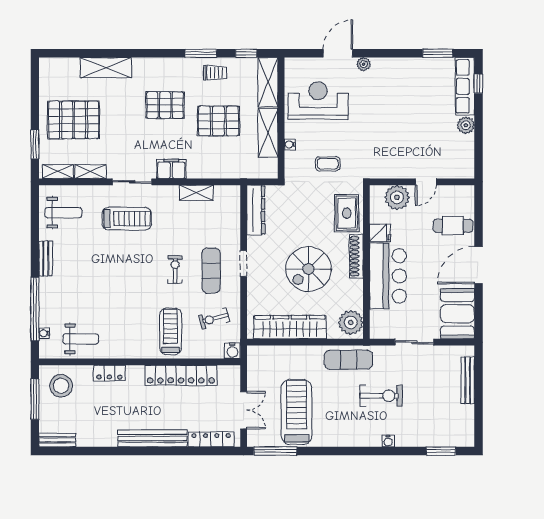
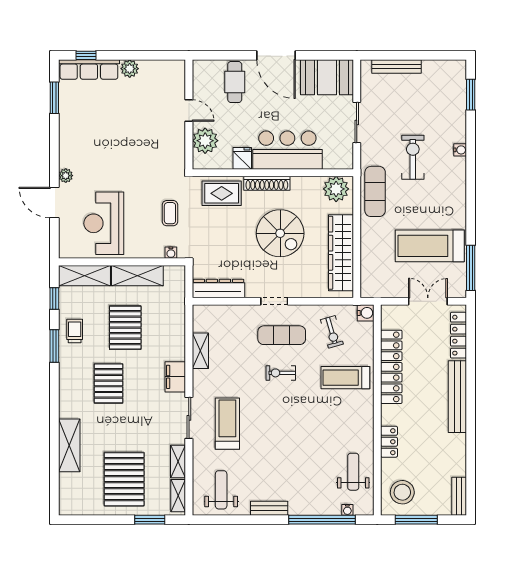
water cooler: (290, 144) -> (171, 253), moved

